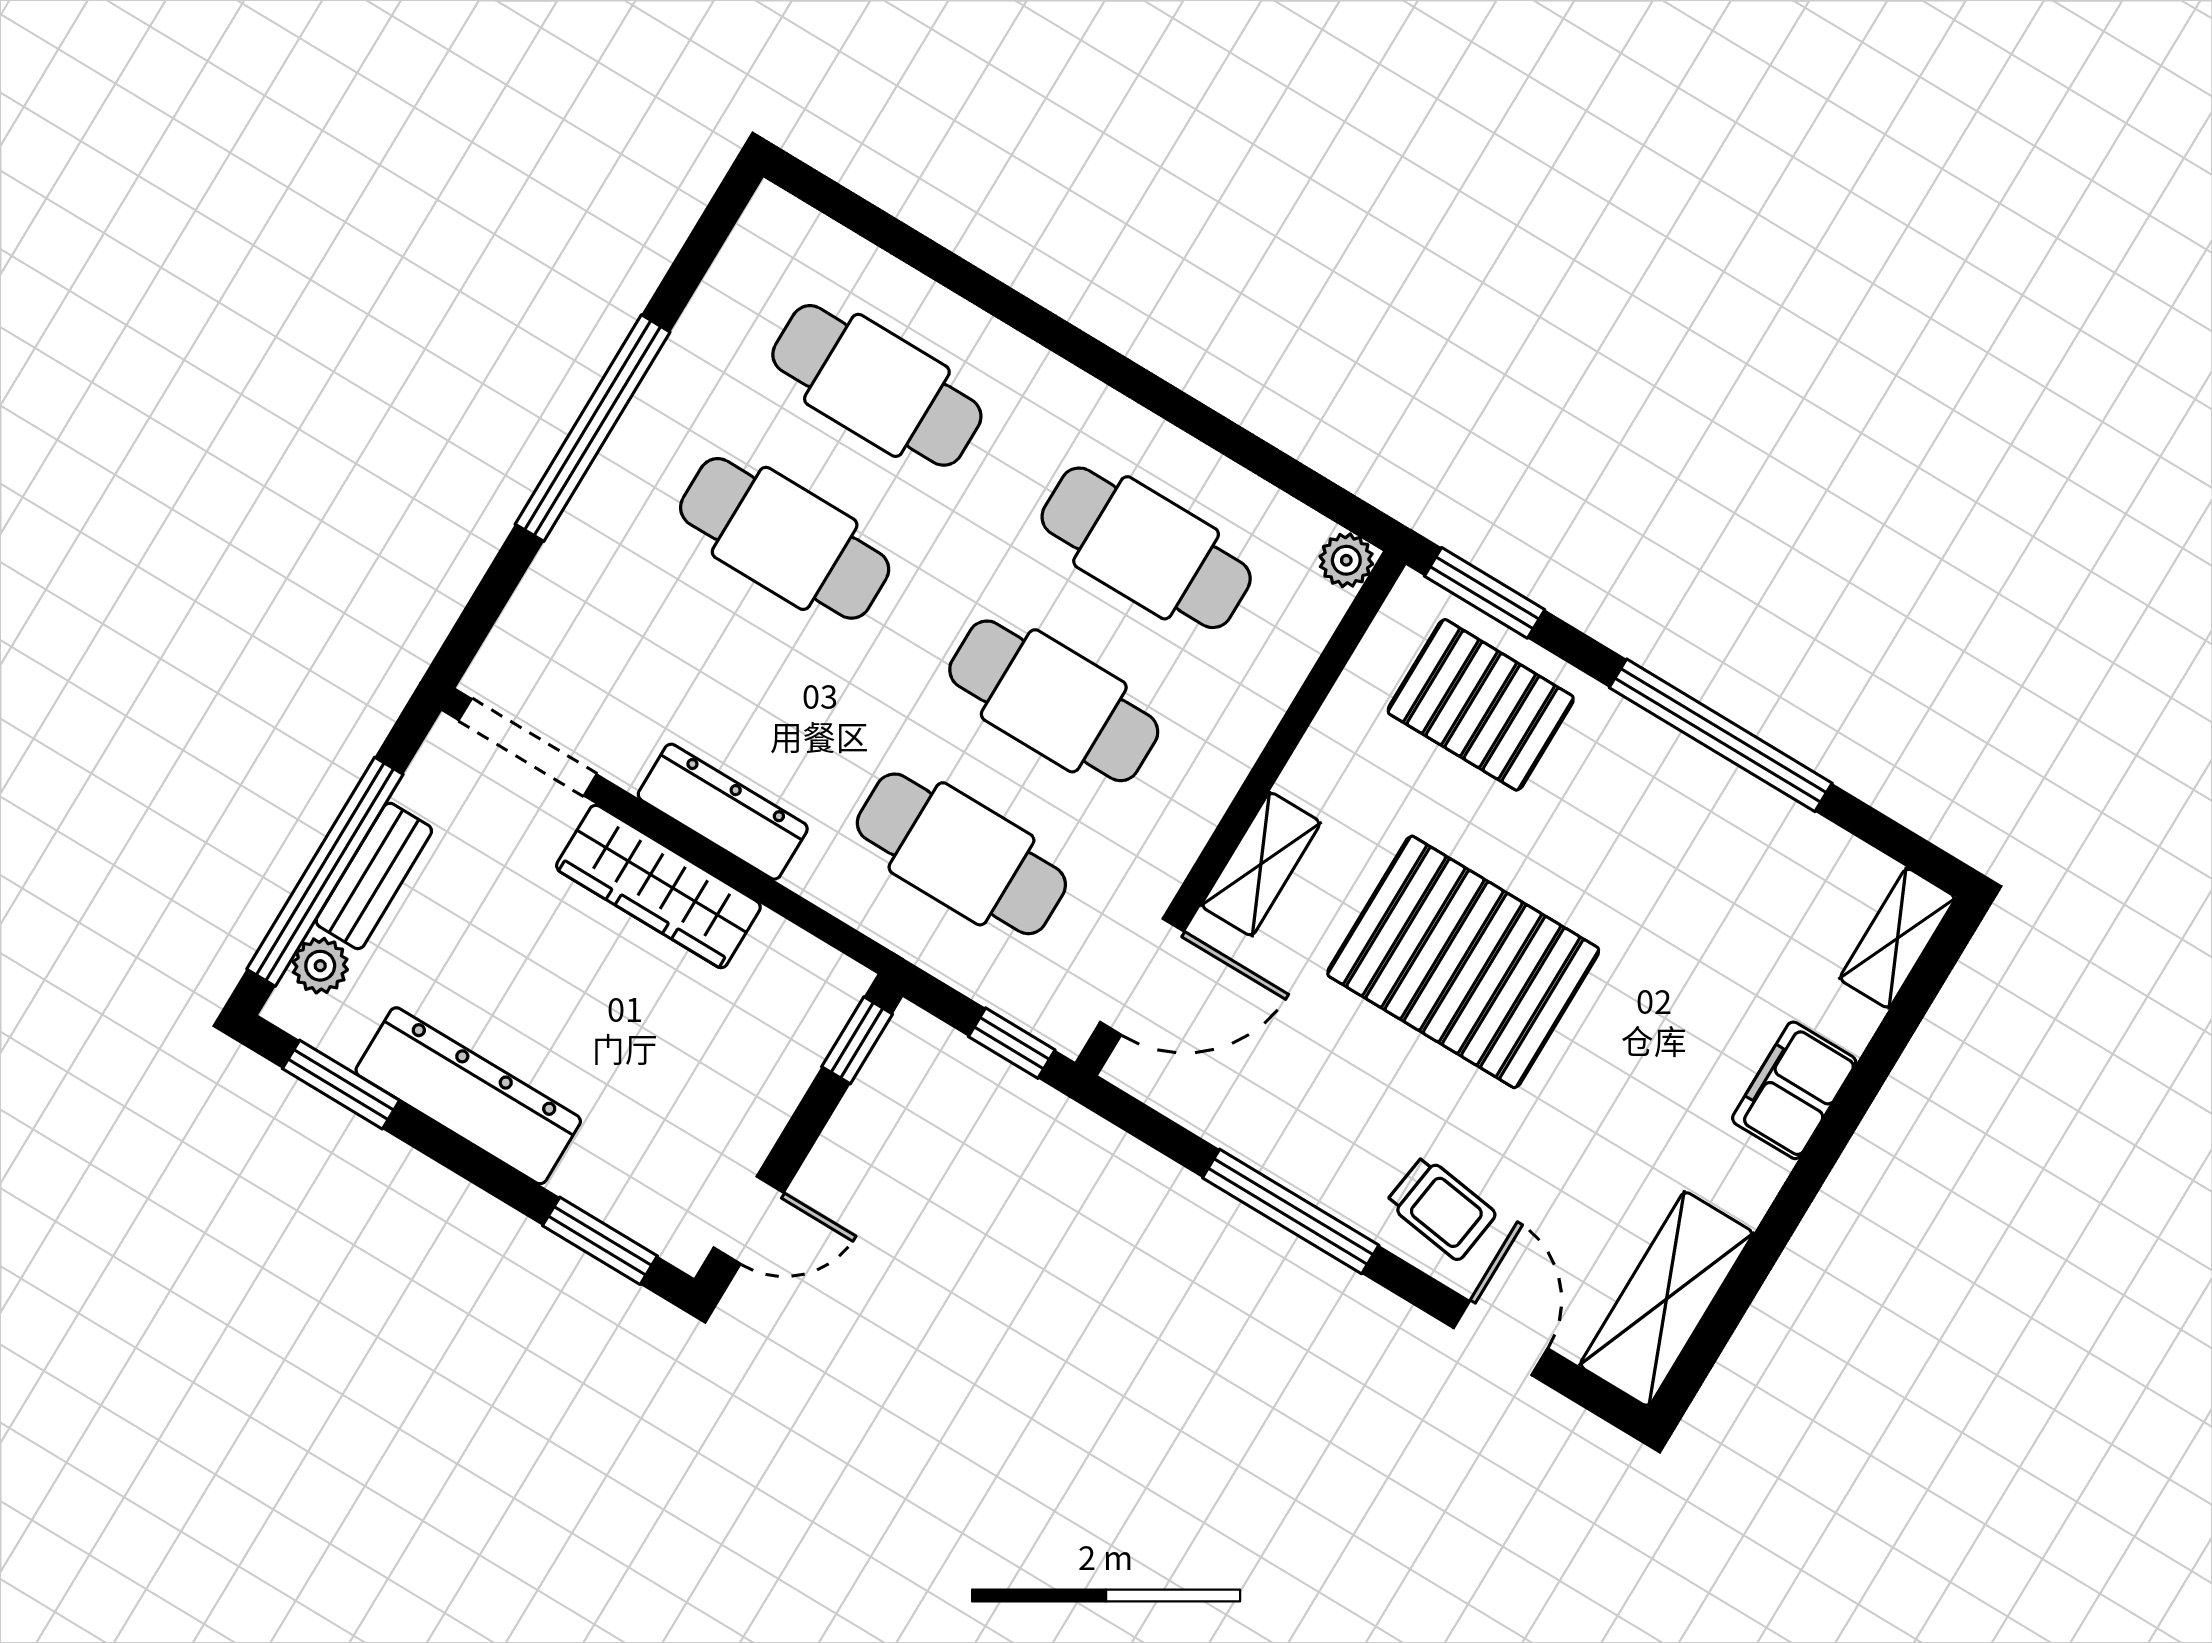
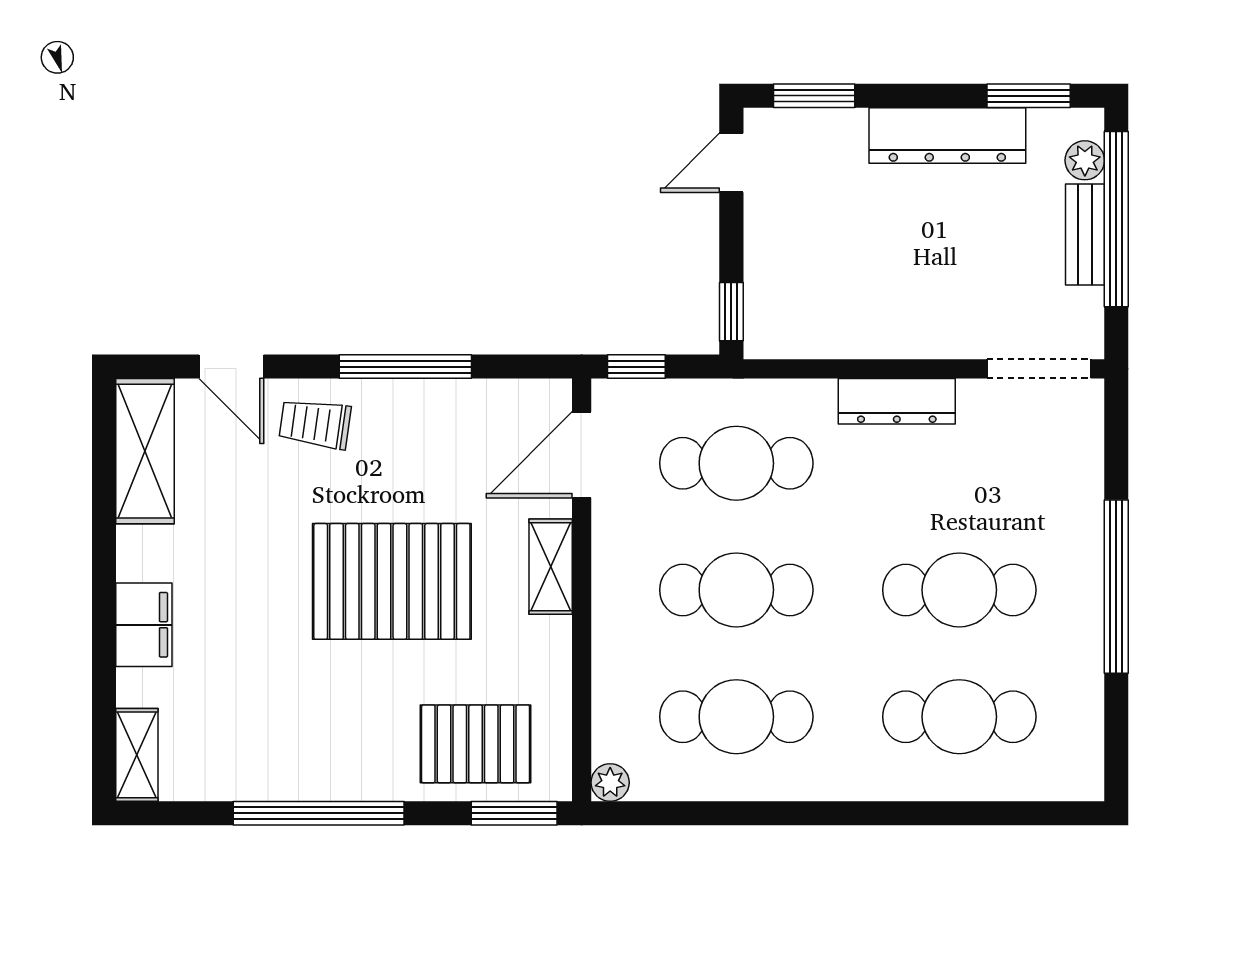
wardrobe: (658, 886) -> (908, 332), removed

